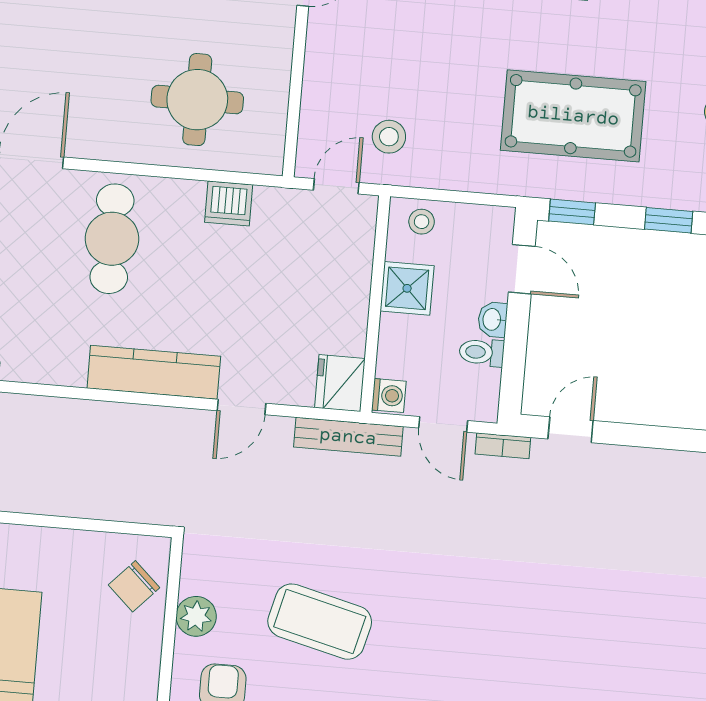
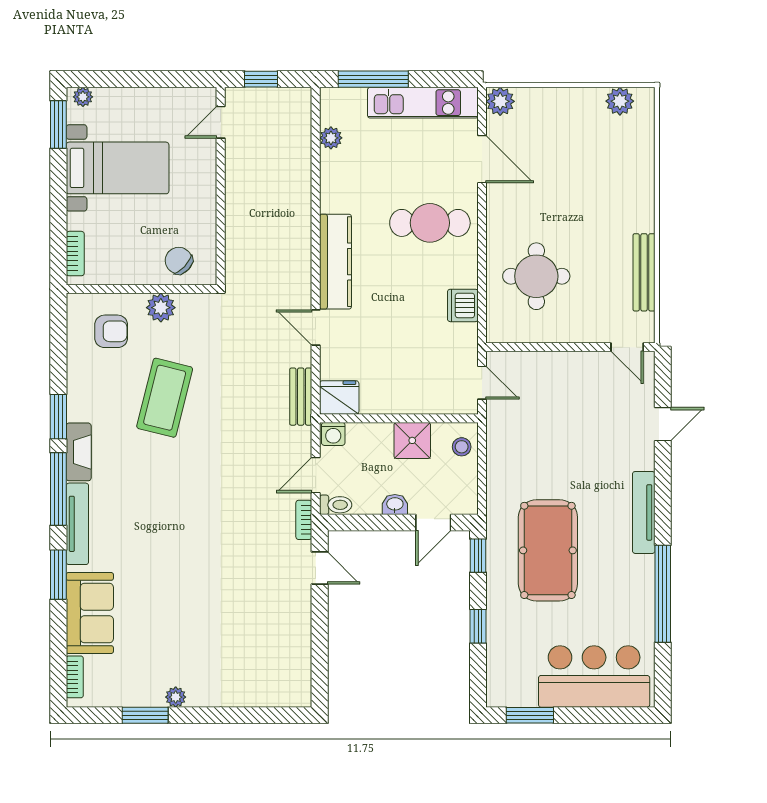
stool: (389, 137) -> (521, 418), removed
toilet: (482, 352) -> (336, 505), moved, turned 90
bench: (348, 437) -> (301, 397), width x0.73

